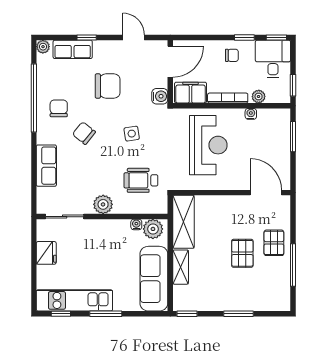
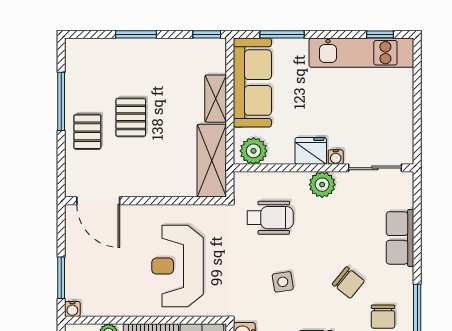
water cooler: (251, 114) -> (72, 309), moved
water cooler: (136, 224) -> (336, 157), moved
fridge: (46, 253) -> (311, 151), moved, turned 90
window: (106, 314) -> (282, 34), moved

